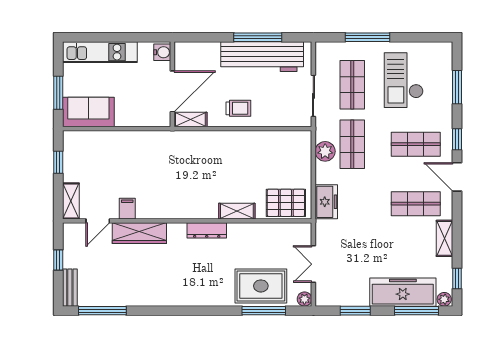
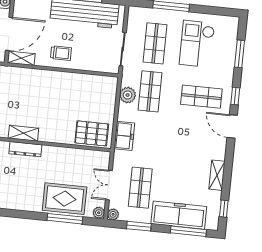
shop shelf: (416, 204) -> (140, 188), moved, turned 90
shelving: (237, 211) -> (23, 133), moved
plant: (444, 299) -> (113, 214), moved

